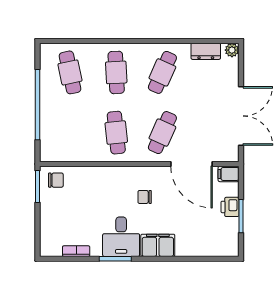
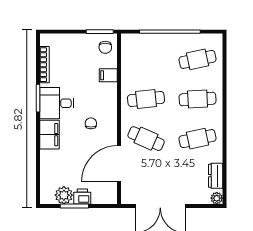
cafe table: (162, 72) -> (198, 139), turned -36
filing cabinet: (229, 174) -> (108, 75), moved, turned -90
plant: (229, 228) -> (64, 195), added
bookcase: (76, 251) -> (44, 65), width x1.56

